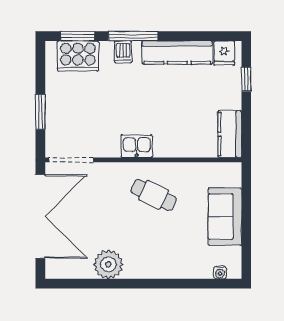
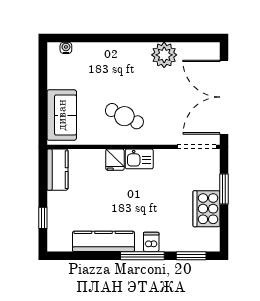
fridge: (224, 53) -> (115, 160), moved, turned 180
cooker: (78, 56) -> (206, 209), moved, turned -90
sofa: (225, 217) -> (62, 115), moved

